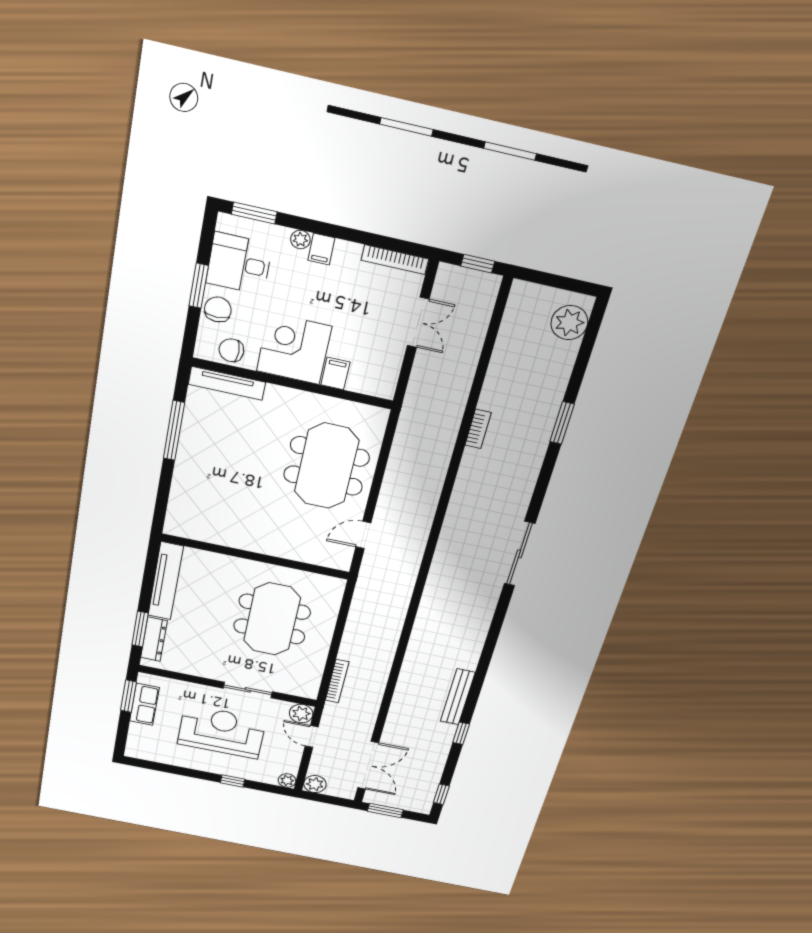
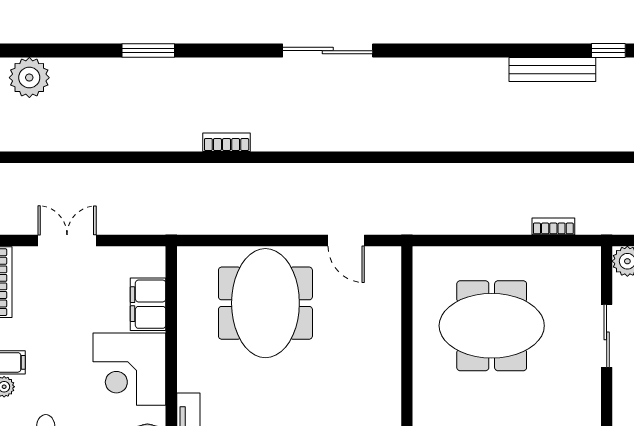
filing cabinet: (335, 373) -> (148, 304), width x2.00
bookcase: (478, 429) -> (227, 142), moved
meeting table: (326, 466) -> (265, 303), turned 90
bookcase: (337, 681) -> (553, 226), width x0.64

